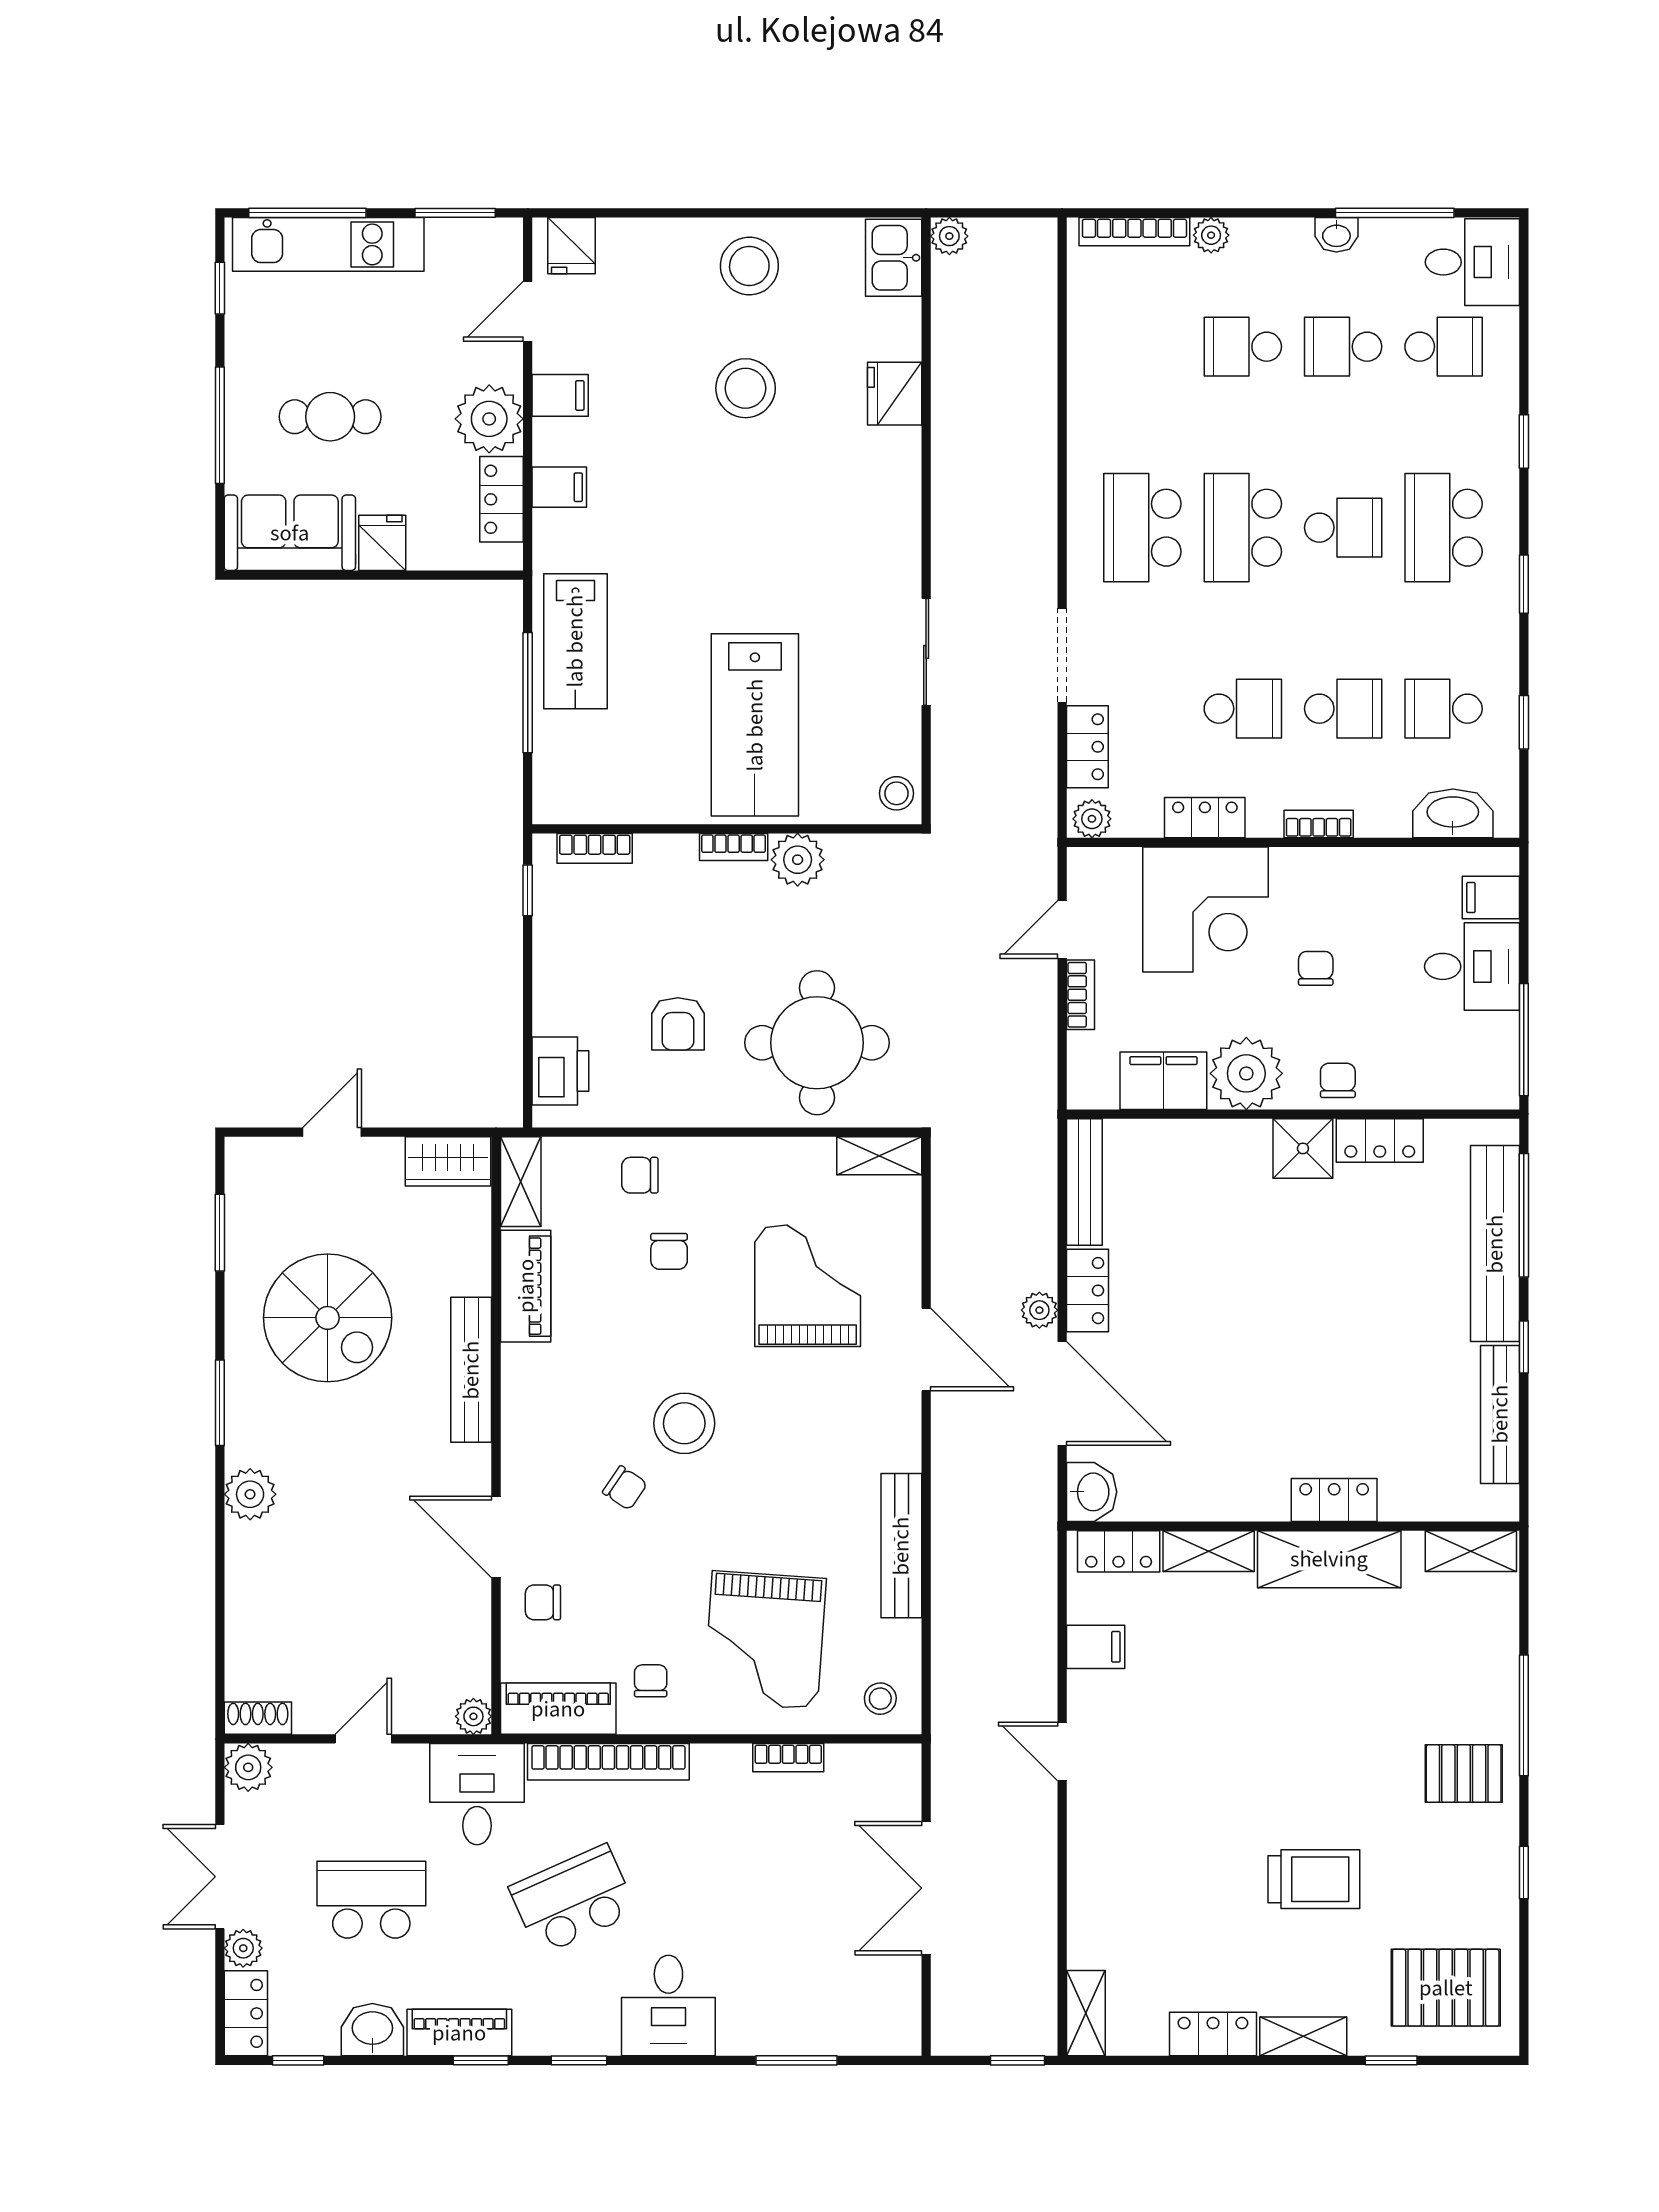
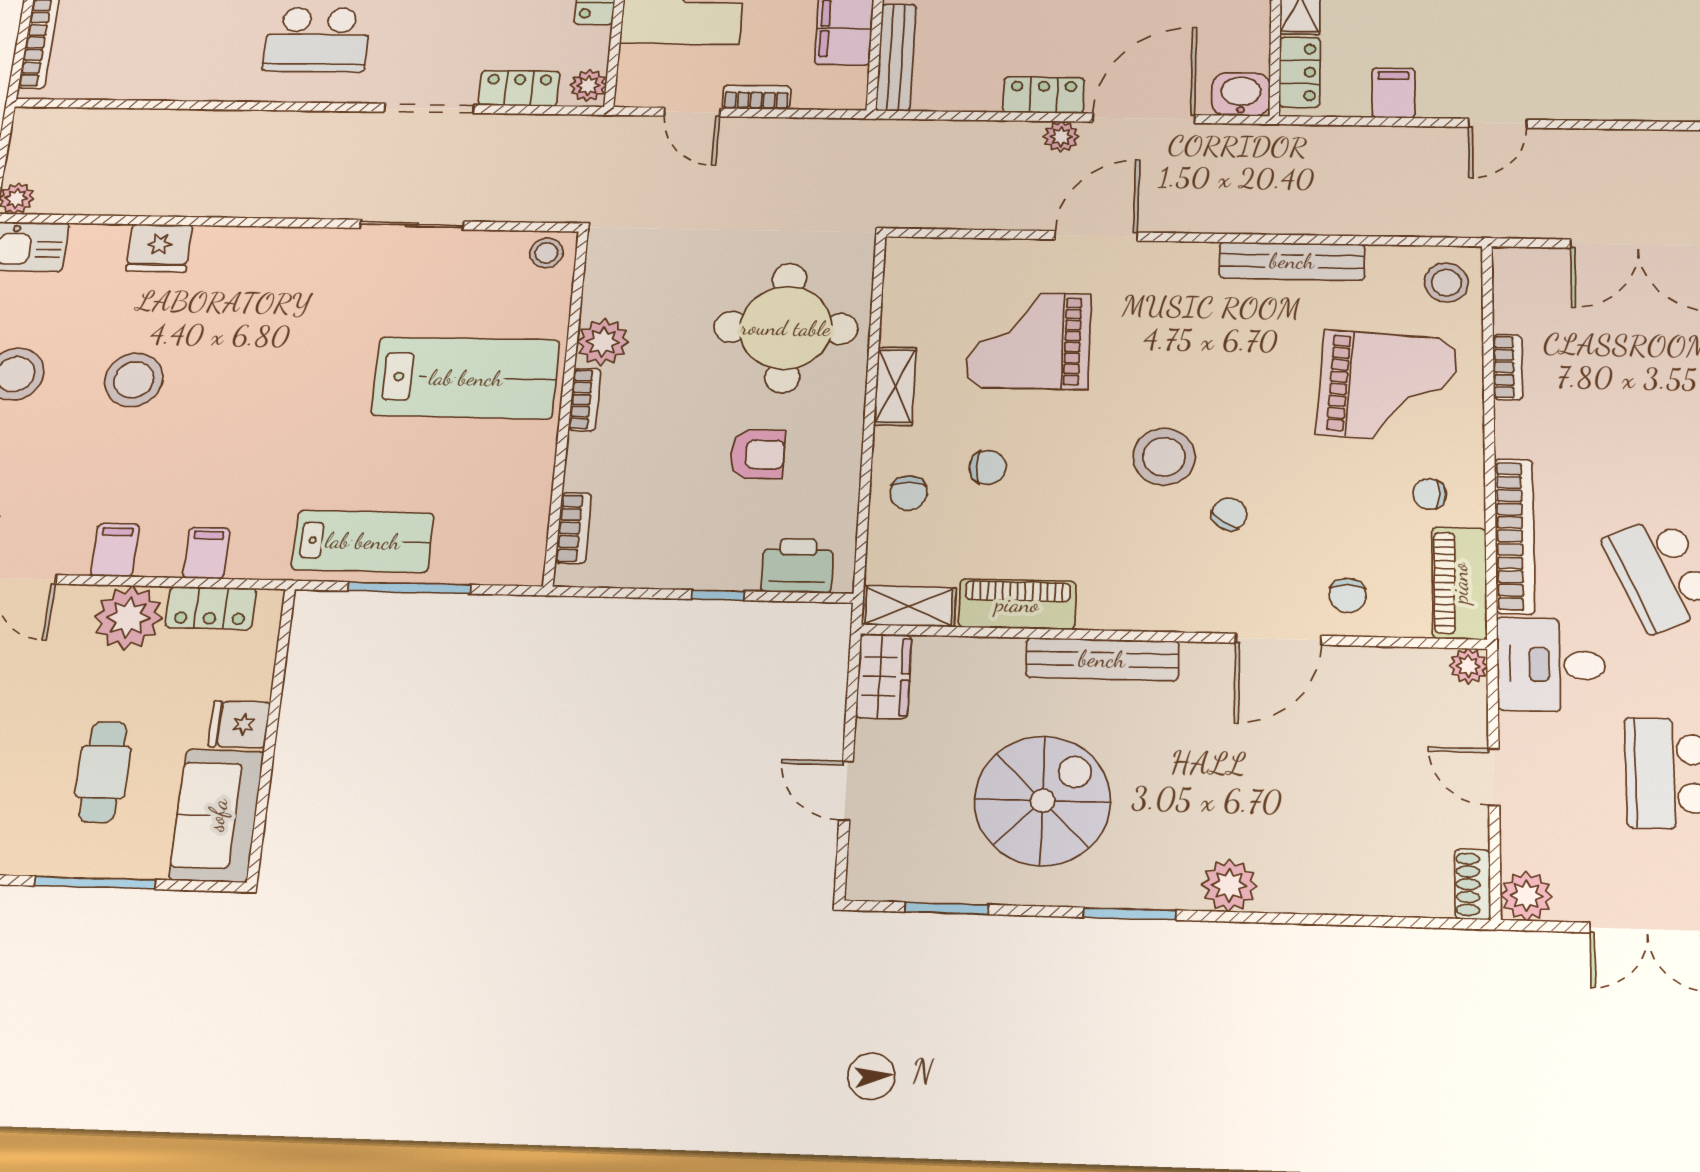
window: (528, 890) -> (718, 595), moved
shelving: (879, 1156) -> (895, 386), moved
bench: (1084, 1182) -> (896, 57), moved, turned 90
stool: (880, 1699) -> (1446, 283), width x1.37, depth x1.37

